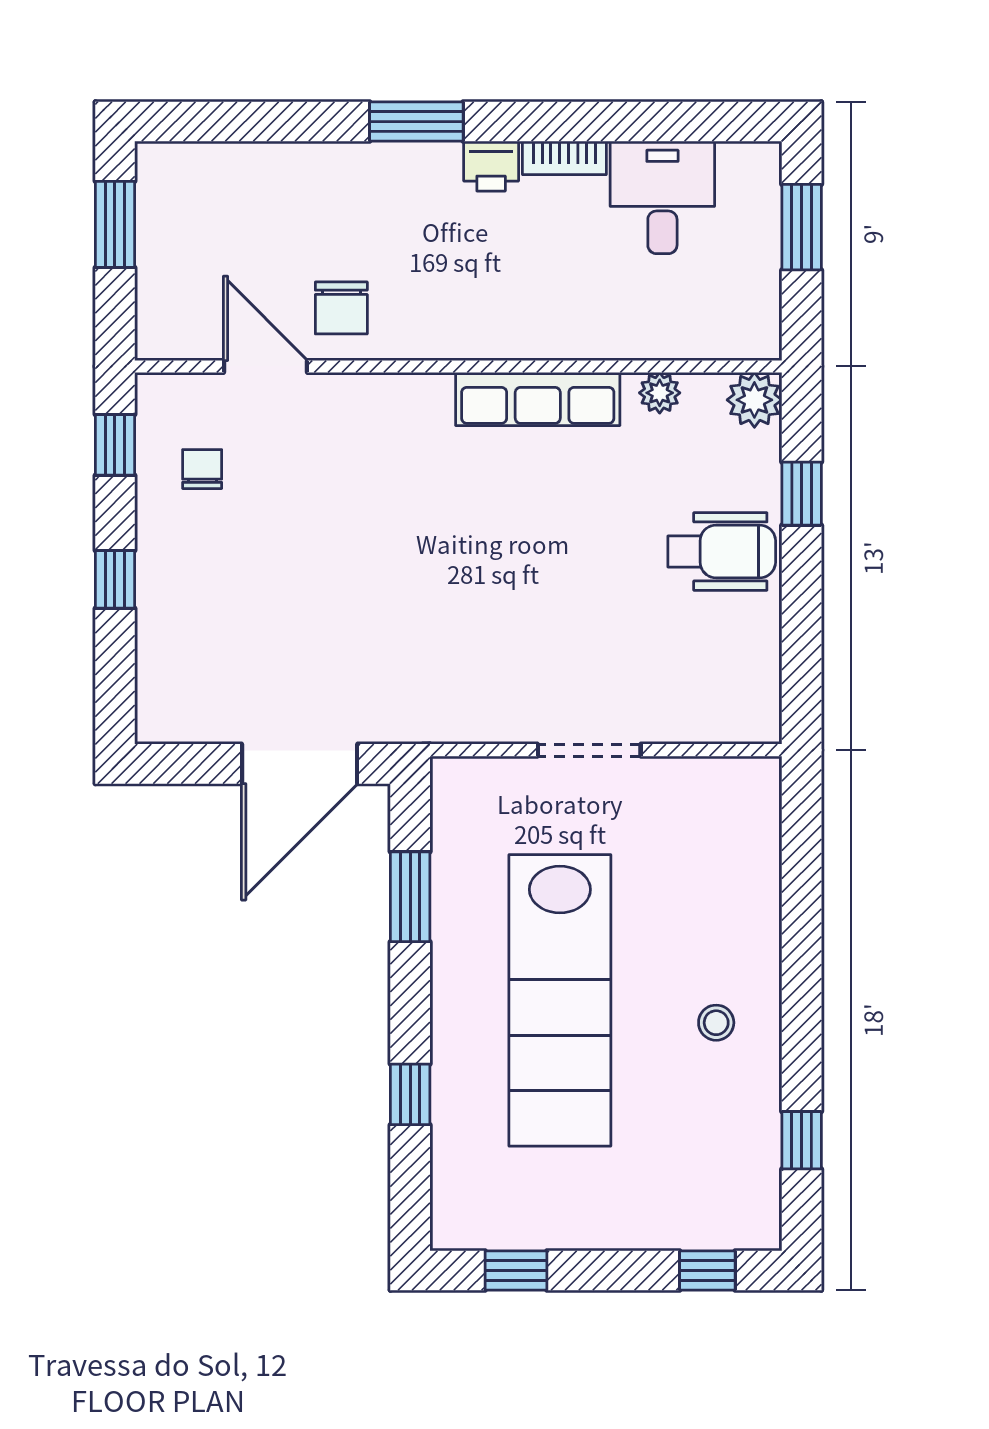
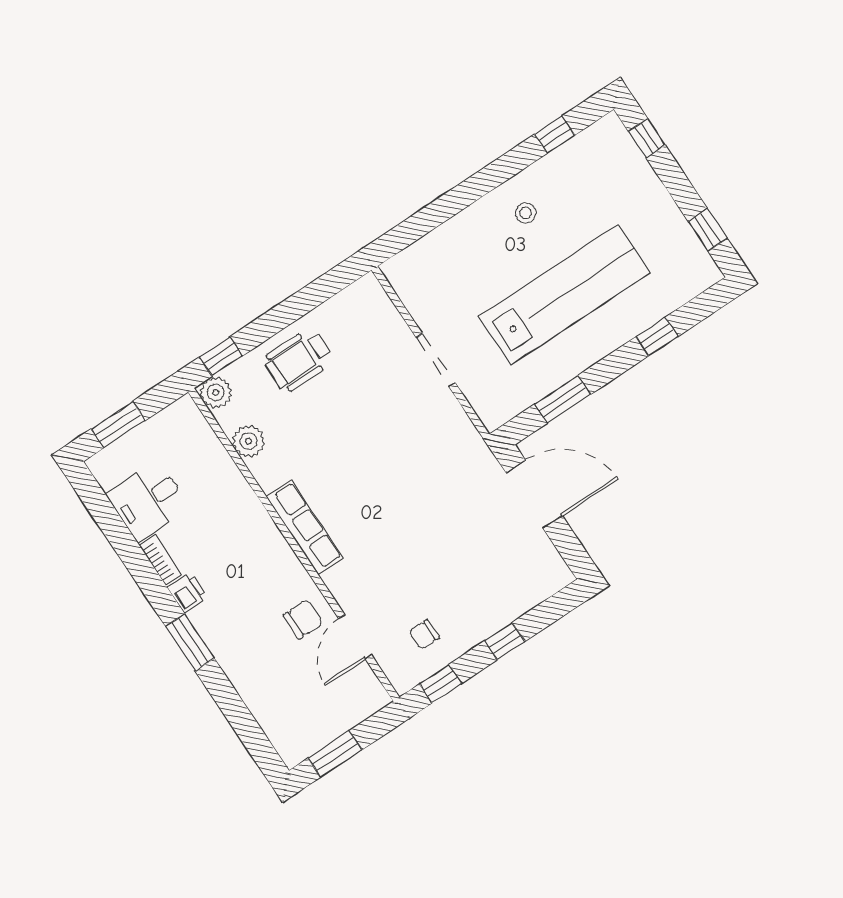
plant: (660, 393) -> (249, 441), width x1.38, depth x1.38
row of seats: (538, 399) -> (305, 527), moved
window: (802, 494) -> (221, 356), moved
wheelchair: (722, 551) -> (299, 360), turned -90

